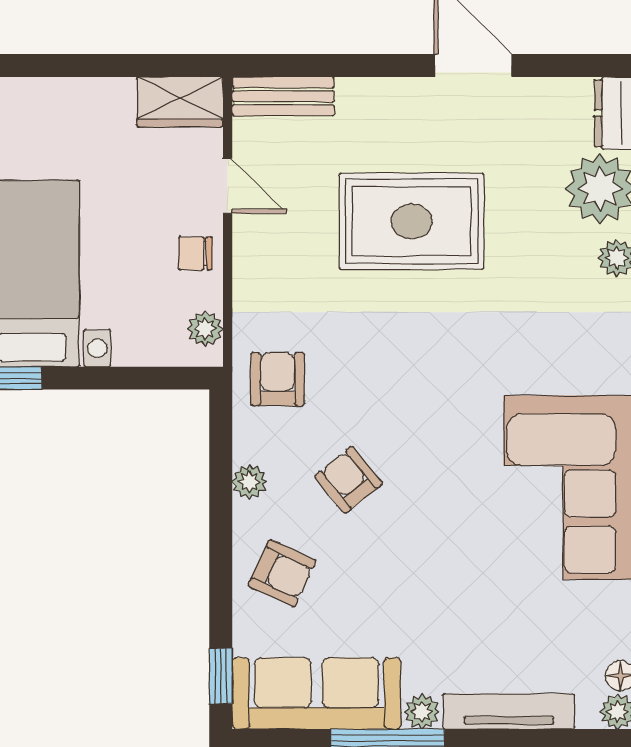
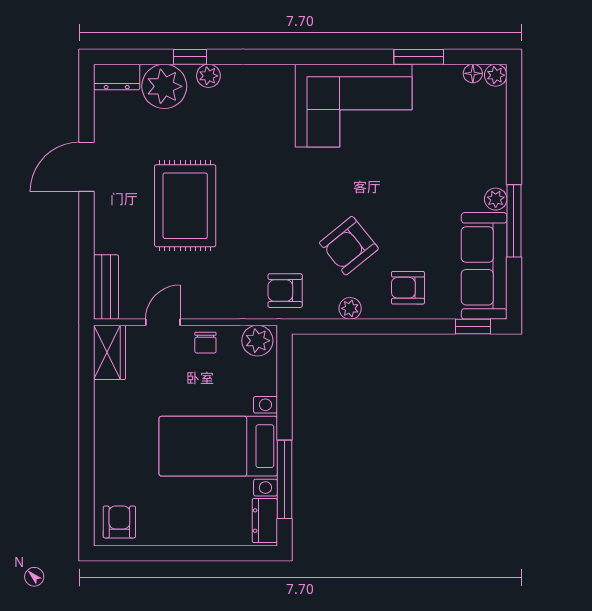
plant: (205, 329) -> (257, 341), width x1.38, depth x1.38
armchair: (349, 480) -> (349, 246), width x1.38, depth x1.38
armchair: (282, 573) -> (408, 288), turned -115
tv unit: (509, 711) -> (496, 144), removed

